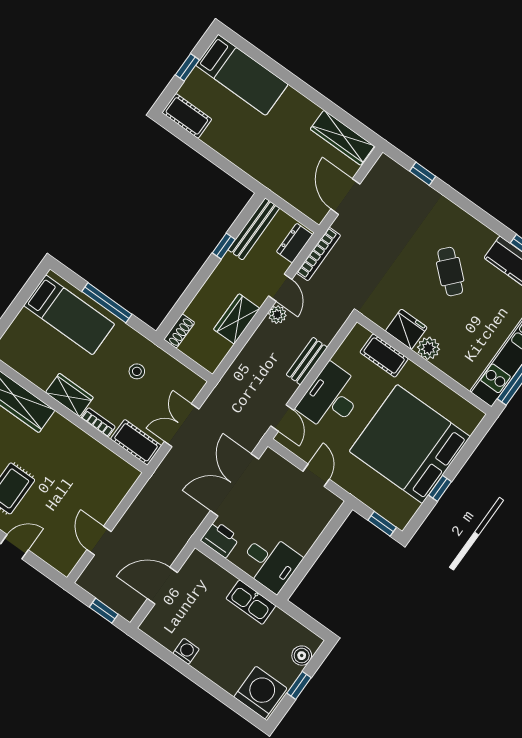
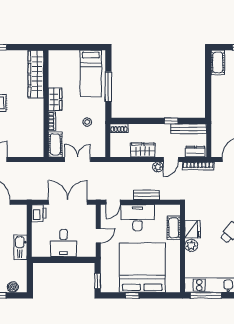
desk: (270, 562) -> (64, 243), moved

